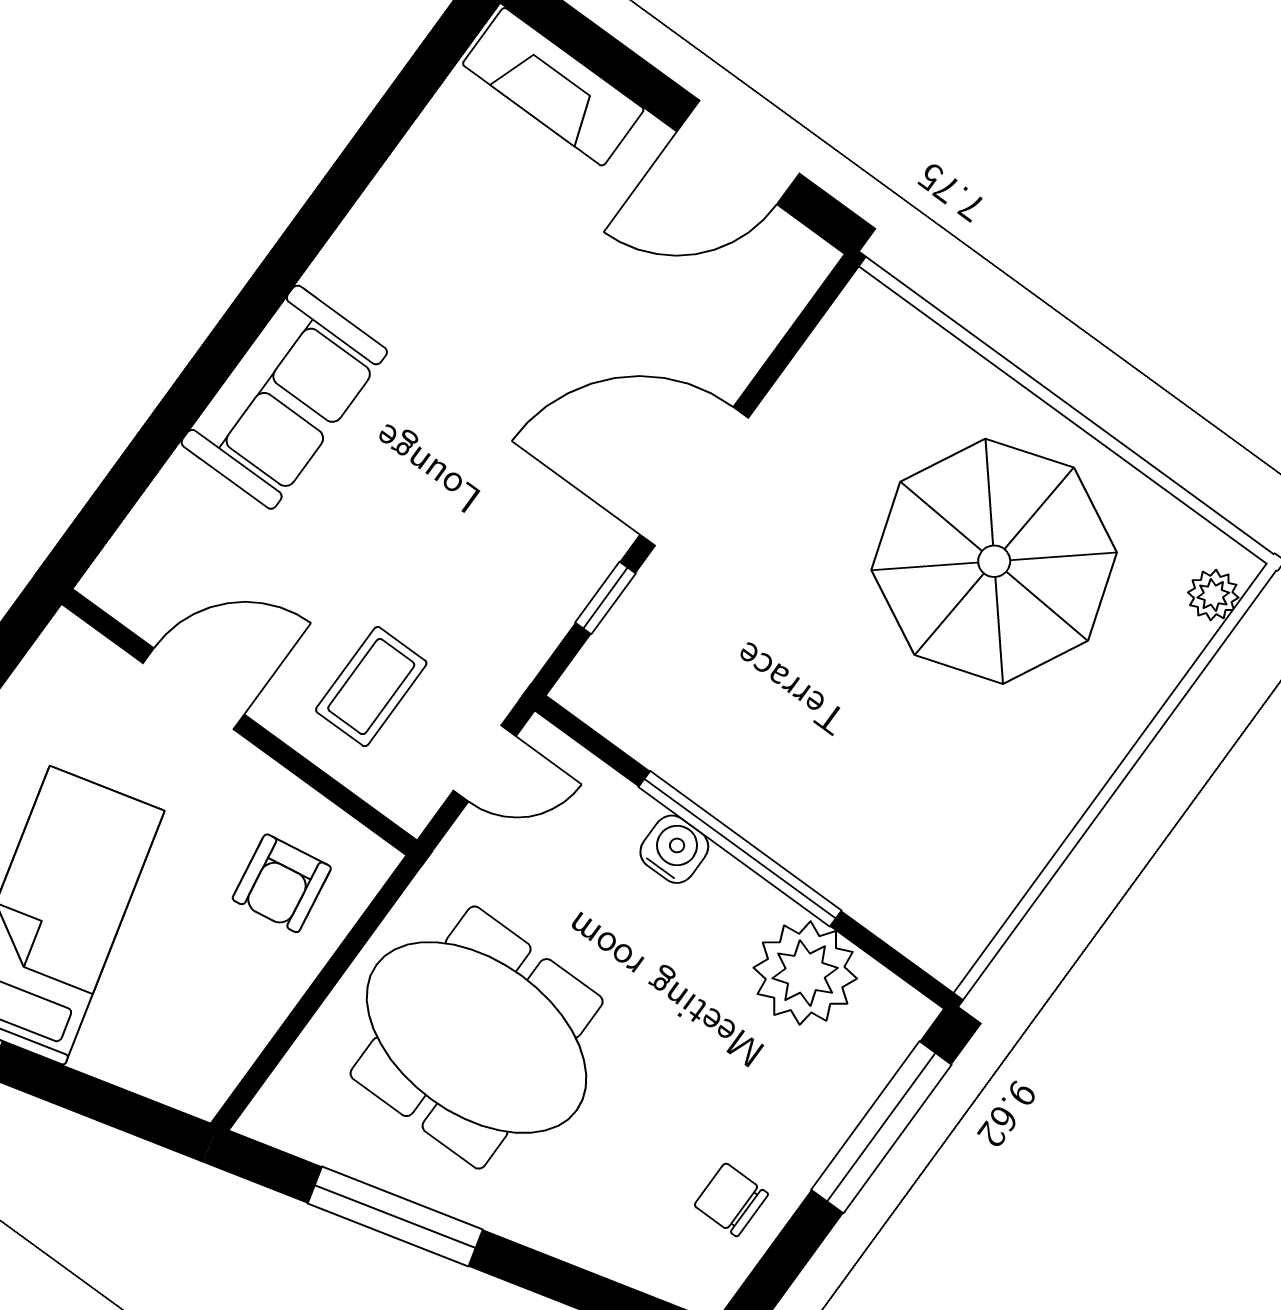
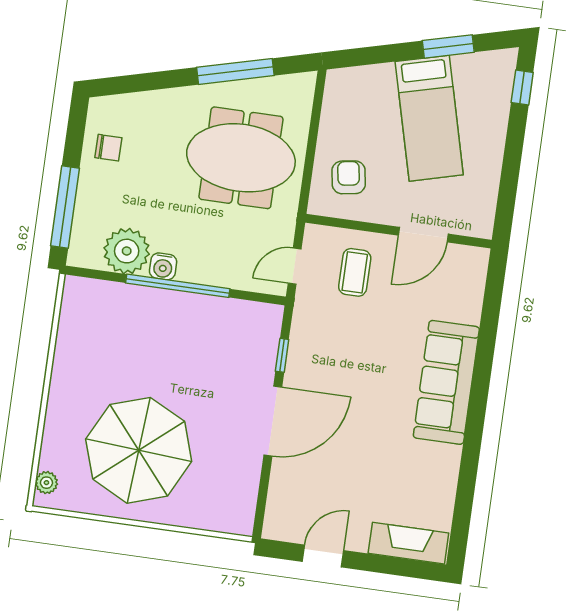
door: (738, 152) -> (323, 556), width x0.73
sofa: (284, 397) -> (446, 382), width x1.36
water cooler: (674, 849) -> (163, 266), moved

